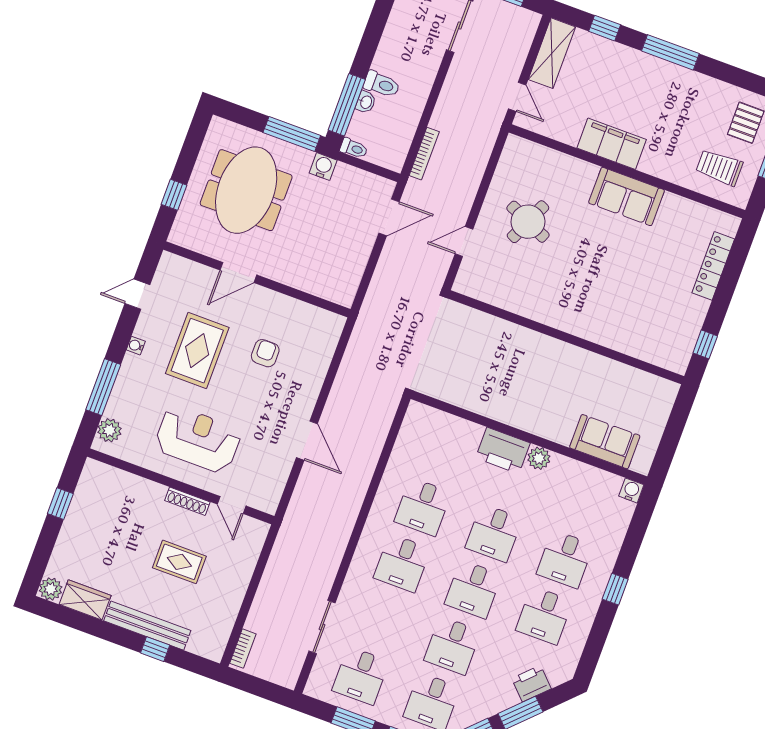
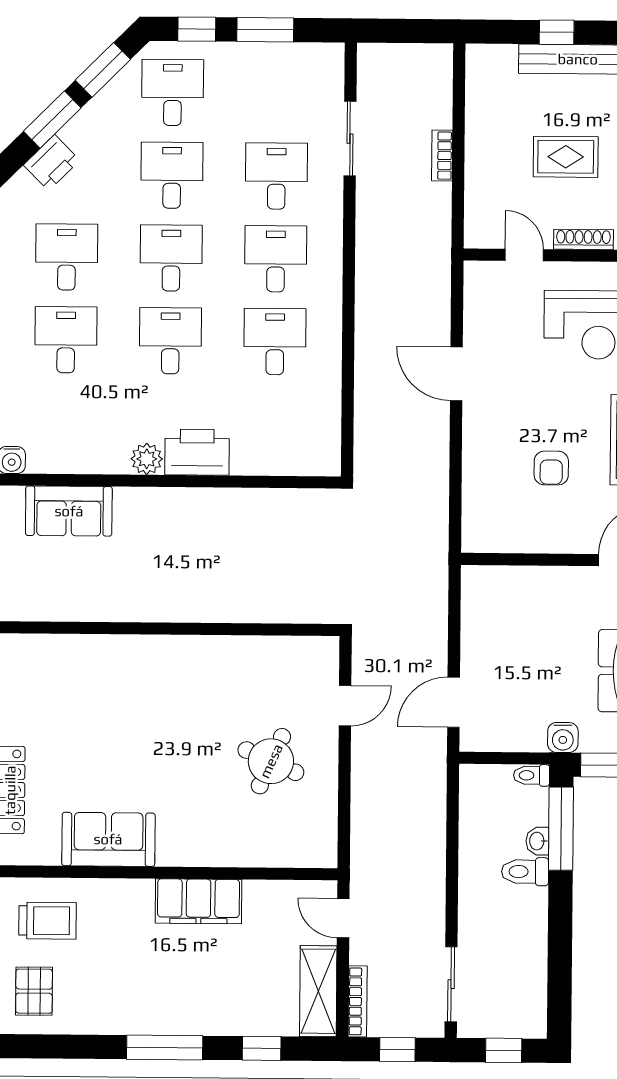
bookcase: (424, 154) -> (358, 1001), moved, turned 180
sofa: (627, 196) -> (108, 839), moved
bookcase: (243, 649) -> (442, 156), moved
desk: (361, 676) -> (276, 176), moved

